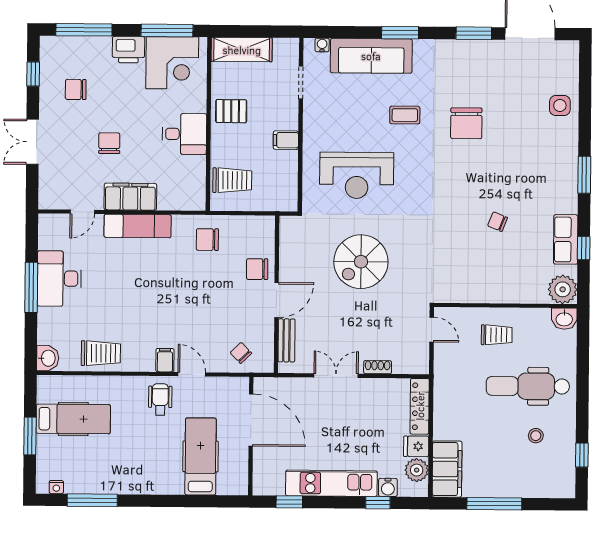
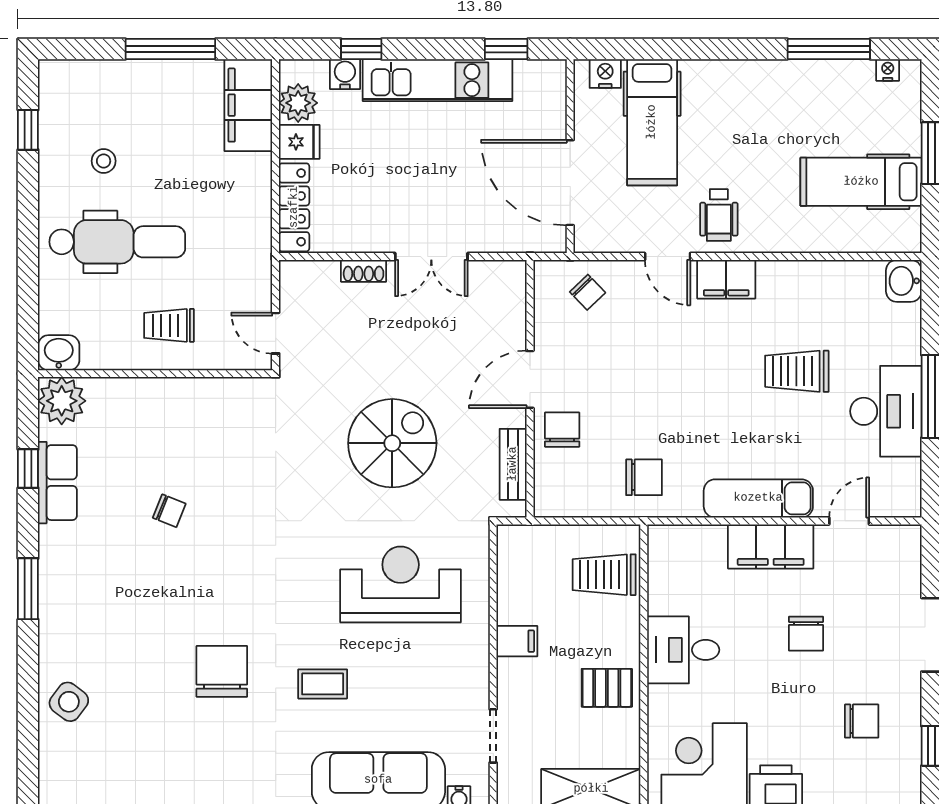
side table: (560, 105) -> (69, 702), turned 37
chair: (257, 269) -> (562, 430), turned -90
bench: (286, 340) -> (513, 464), moved
trolley: (101, 353) -> (797, 371), moved
filing cabinet: (165, 360) -> (726, 279), width x2.00
nightstand: (229, 486) -> (605, 74), added

